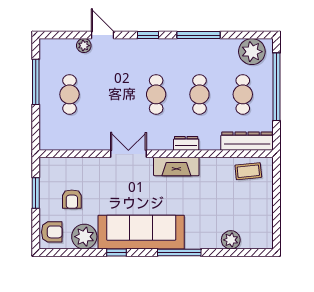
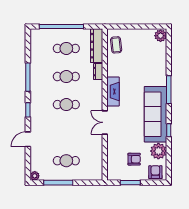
plant: (84, 46) -> (35, 176), moved
plant: (252, 52) -> (39, 43), removed
dresser: (186, 143) -> (98, 72), moved
plant: (231, 240) -> (161, 36), moved

